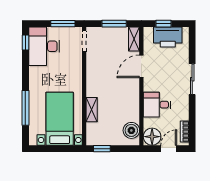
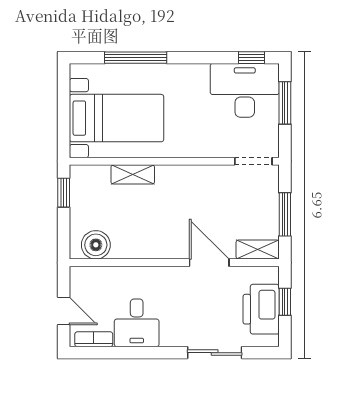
window: (63, 24) -> (285, 103), moved
sliding door: (192, 79) -> (215, 353), moved
desk: (157, 105) -> (137, 323), moved, turned 180
floor lamp: (152, 137) -> (85, 281), removed

